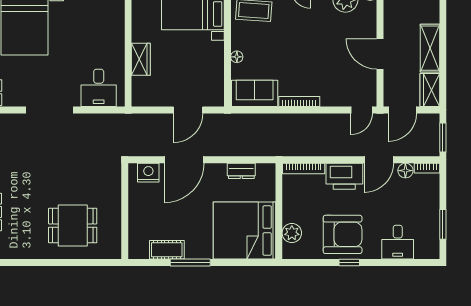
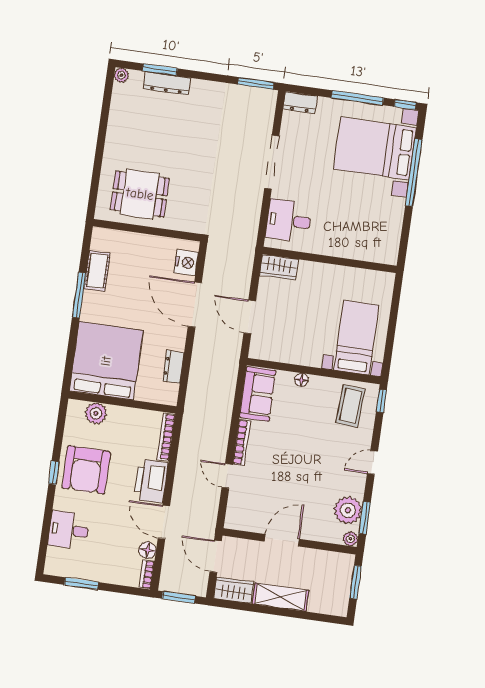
wardrobe: (141, 59) -> (279, 267), moved
door: (362, 110) -> (227, 476), moved
dining table: (73, 226) -> (140, 194), moved, turned 90

